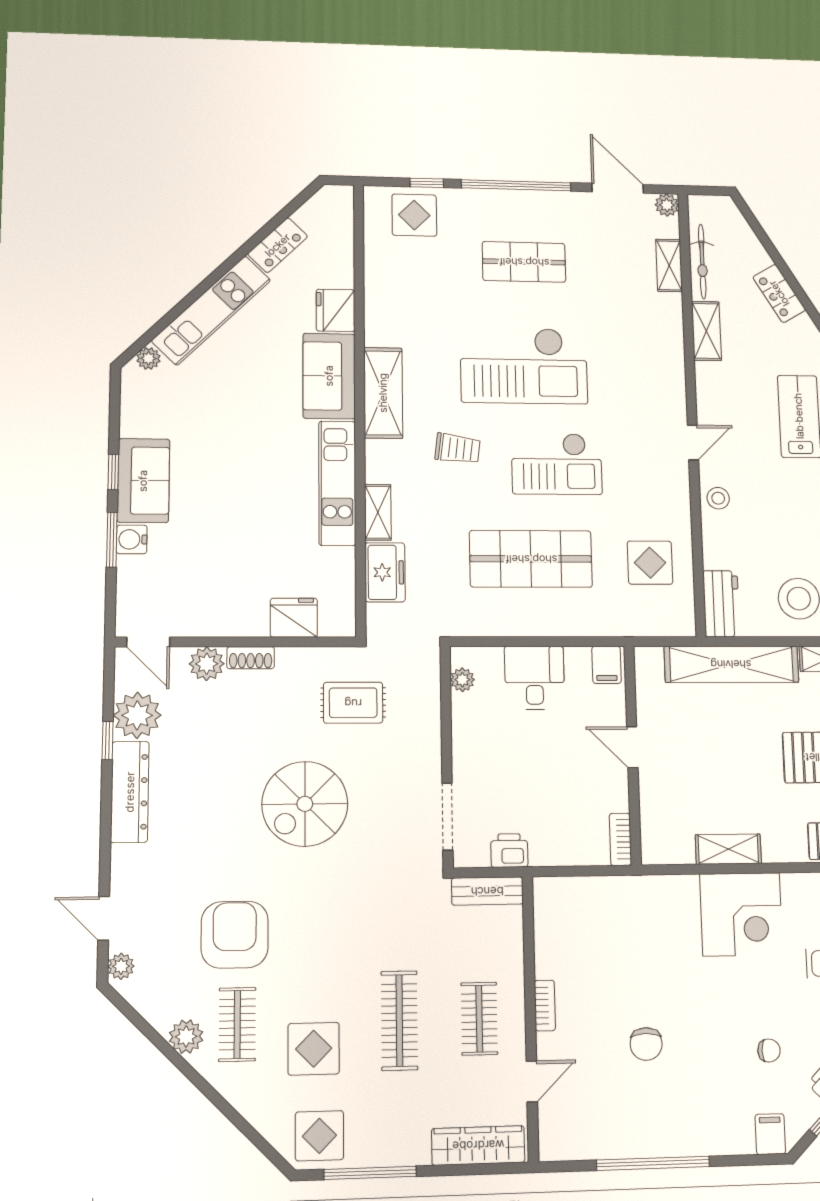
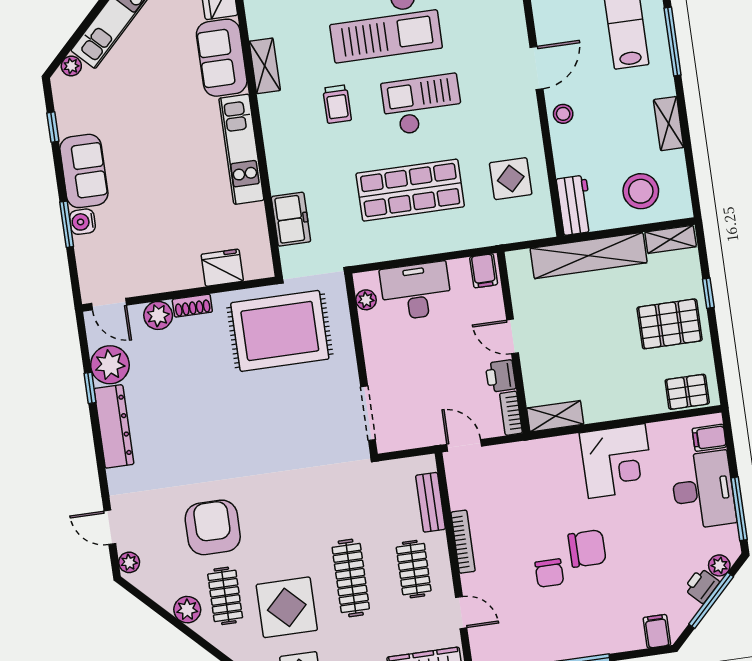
shelving: (383, 393) -> (265, 66), width x0.67, depth x0.75
door: (693, 442) -> (536, 68), width x1.37
trolley: (458, 449) -> (337, 104), turned 83
checkout: (557, 464) -> (422, 105), turned 180
window: (113, 472) -> (53, 127), moved
shelving: (378, 512) -> (278, 169), removed
desk: (535, 678) -> (416, 291), width x1.37
rug: (353, 703) -> (280, 331), width x1.86, depth x2.06
spiral stairs: (305, 804) -> (253, 418), removed
shelving: (728, 849) -> (555, 416), moved
printer: (509, 851) -> (501, 376), moved, turned -90
door: (560, 871) -> (464, 445), added
bench: (487, 891) -> (430, 502), moved, turned 90
bookcase: (545, 1005) -> (463, 542), width x1.56
display table: (314, 1049) -> (287, 607), width x1.36, depth x1.36
chair: (769, 1051) -> (587, 549), moved, width x1.87, depth x1.87
door: (532, 1081) -> (461, 613), hinge flipped

